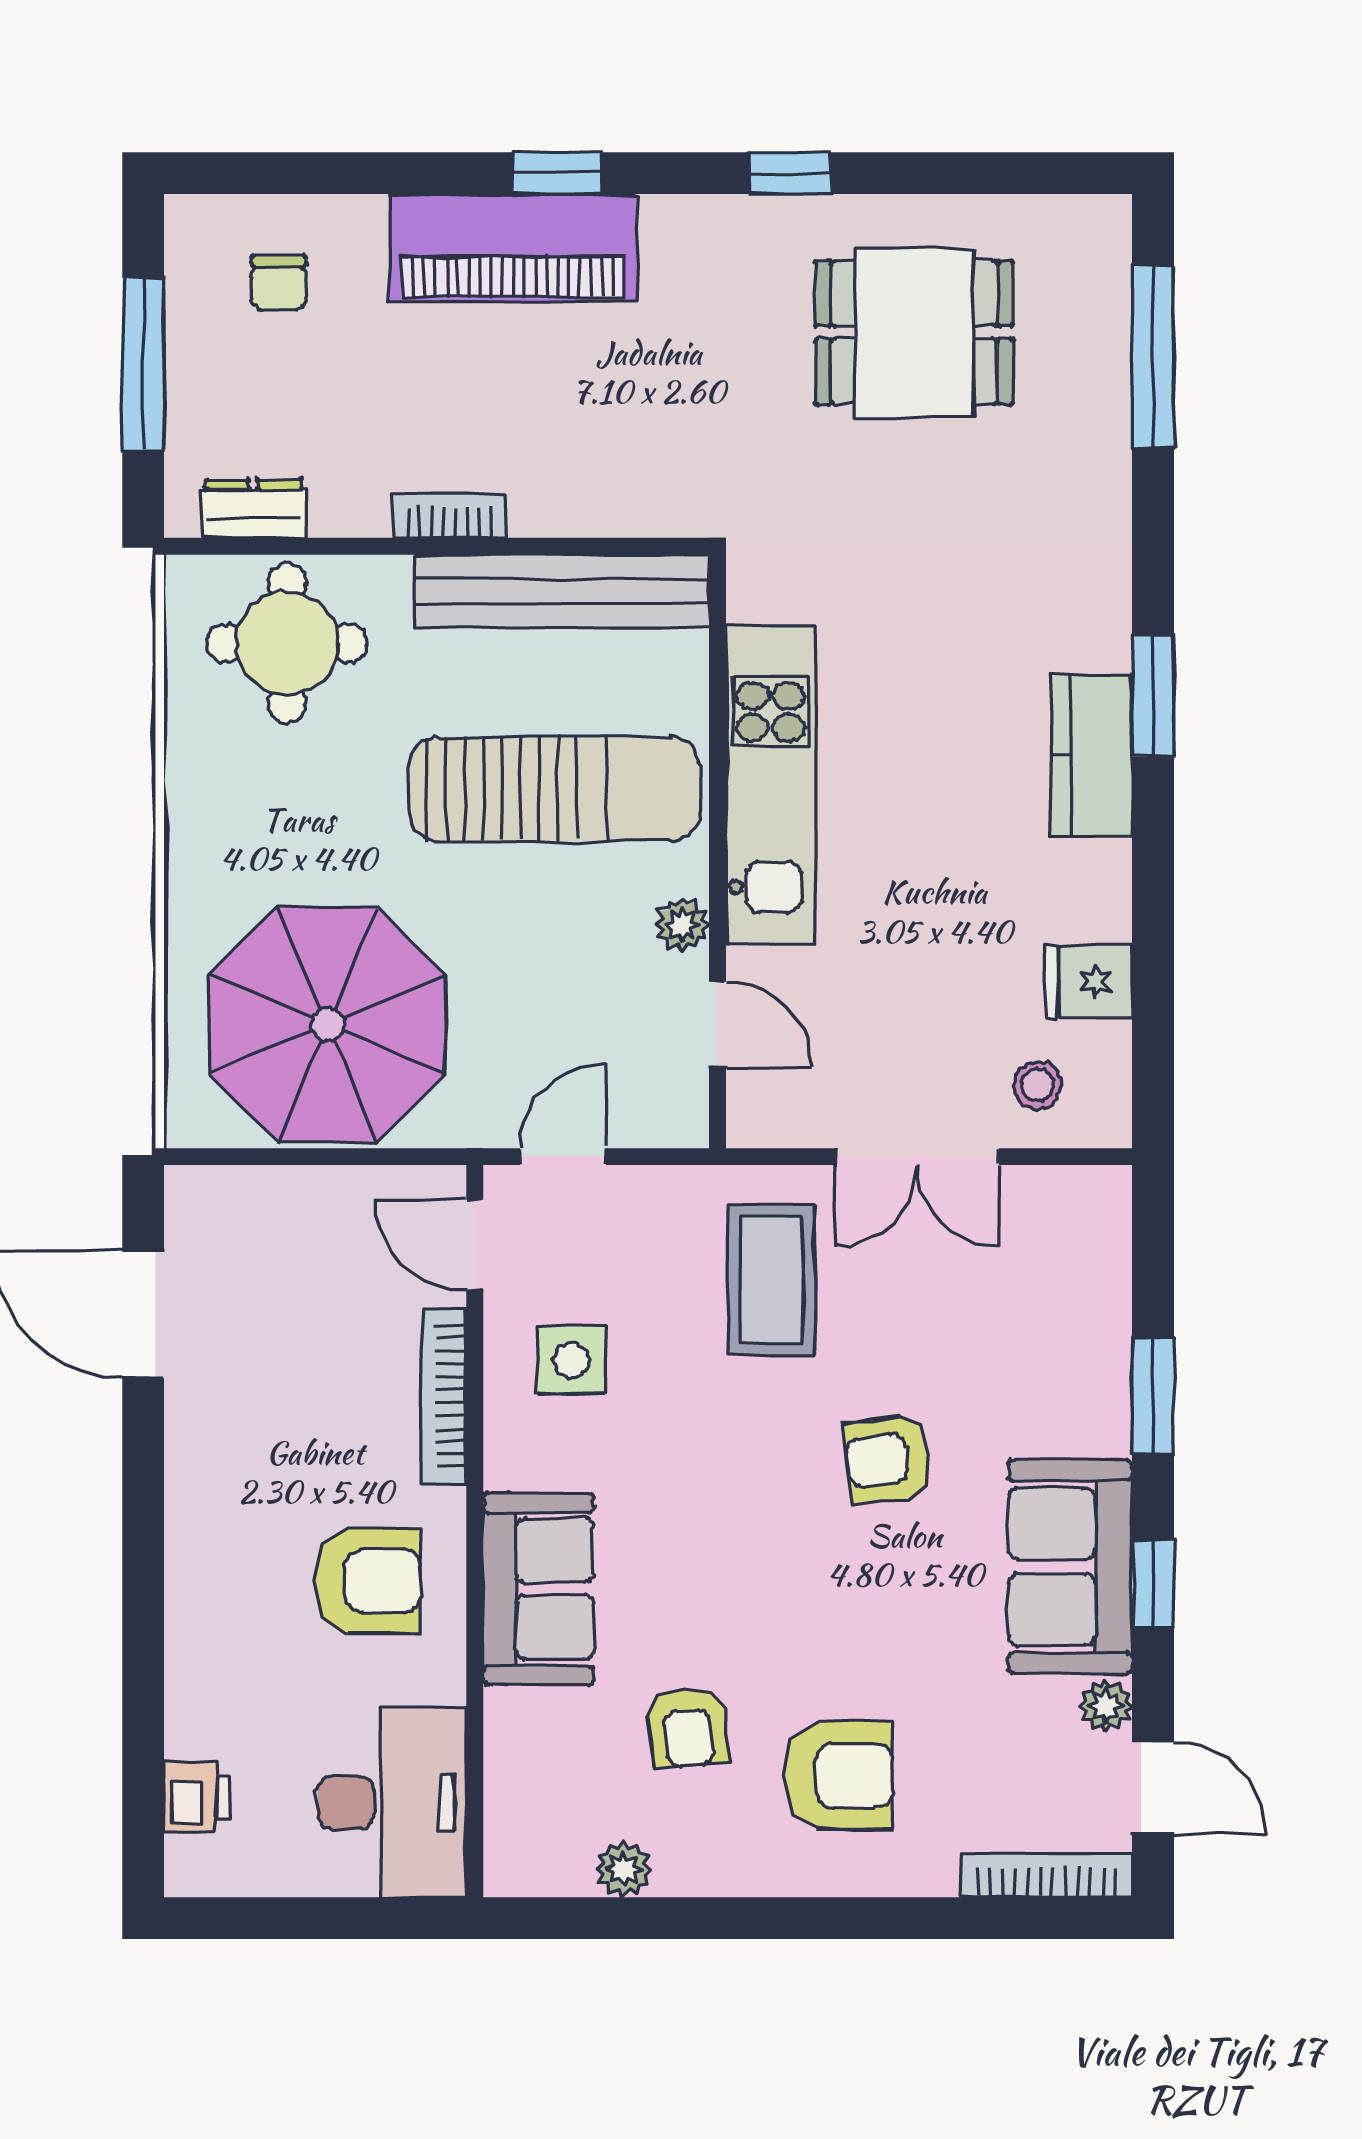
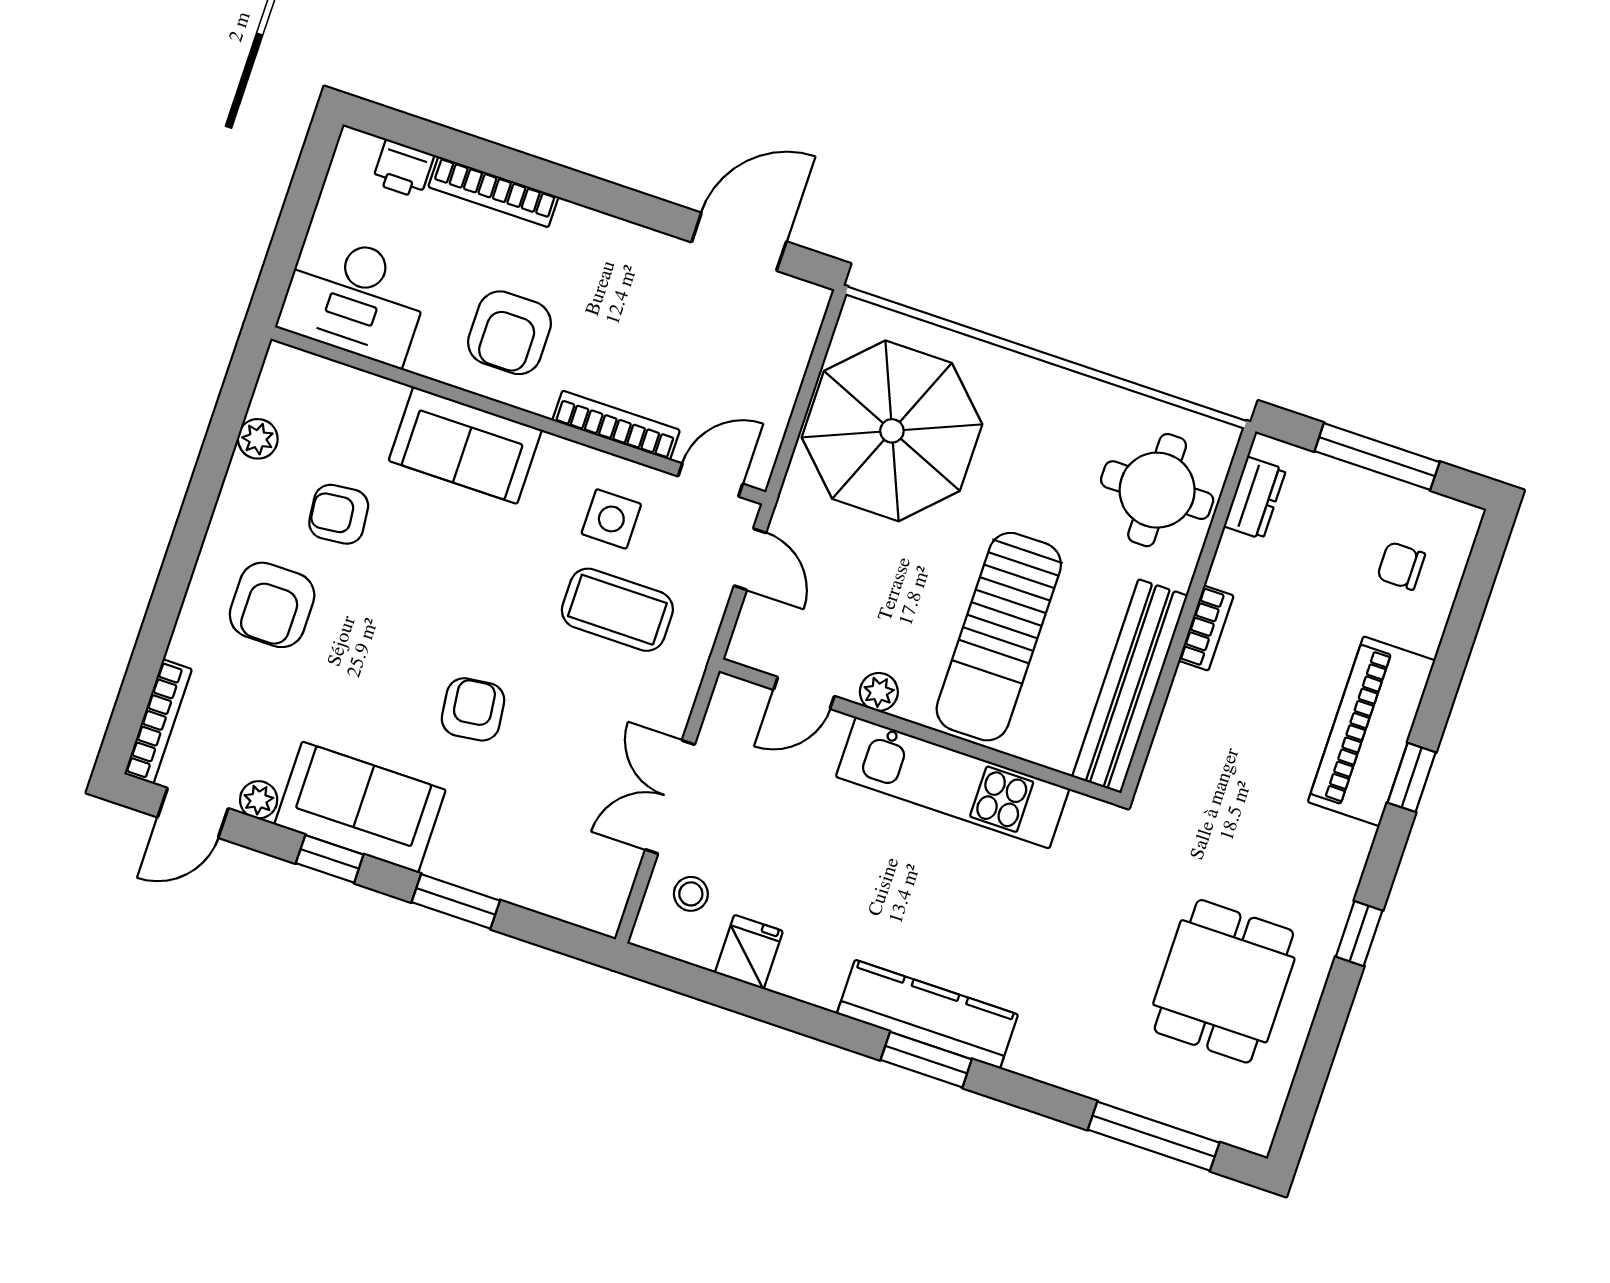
kitchen counter: (1092, 755) -> (927, 1014), width x1.50
coffee table: (771, 1280) -> (617, 610), moved
bookcase: (187, 1665) -> (493, 192), added

